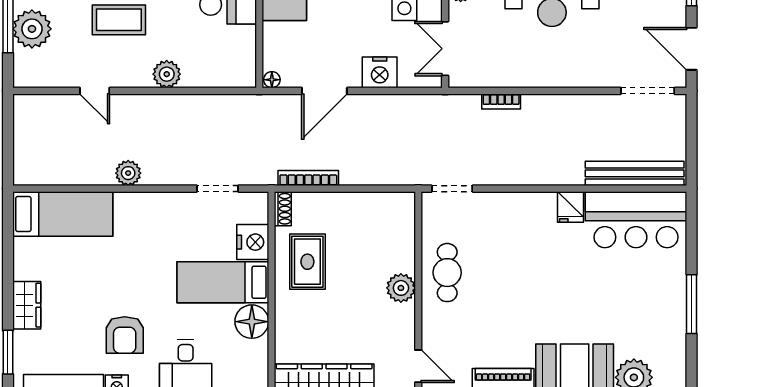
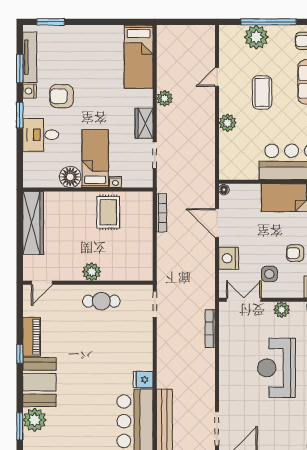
bookcase: (501, 101) -> (210, 329), width x1.56
shoe rack: (283, 209) -> (142, 197), removed
nightstand: (253, 242) -> (115, 182), width x0.53, depth x0.56
rug: (307, 262) -> (108, 212), turned 90
wardrobe: (27, 305) -> (144, 123), moved, turned 90

